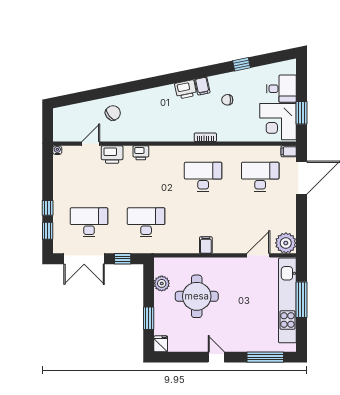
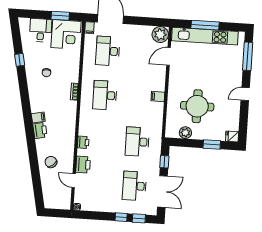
filing cabinet: (202, 86) -> (38, 117), moved
printer: (186, 89) -> (40, 130), moved
door: (258, 255) -> (169, 56), hinge flipped

